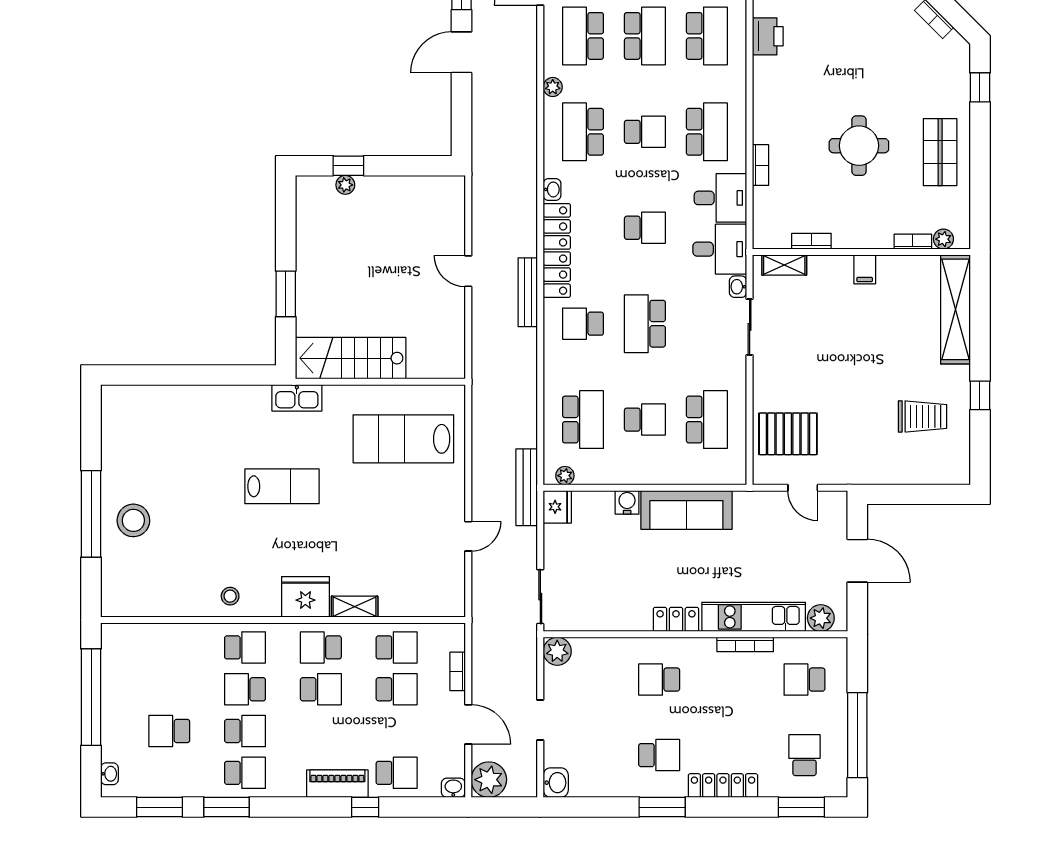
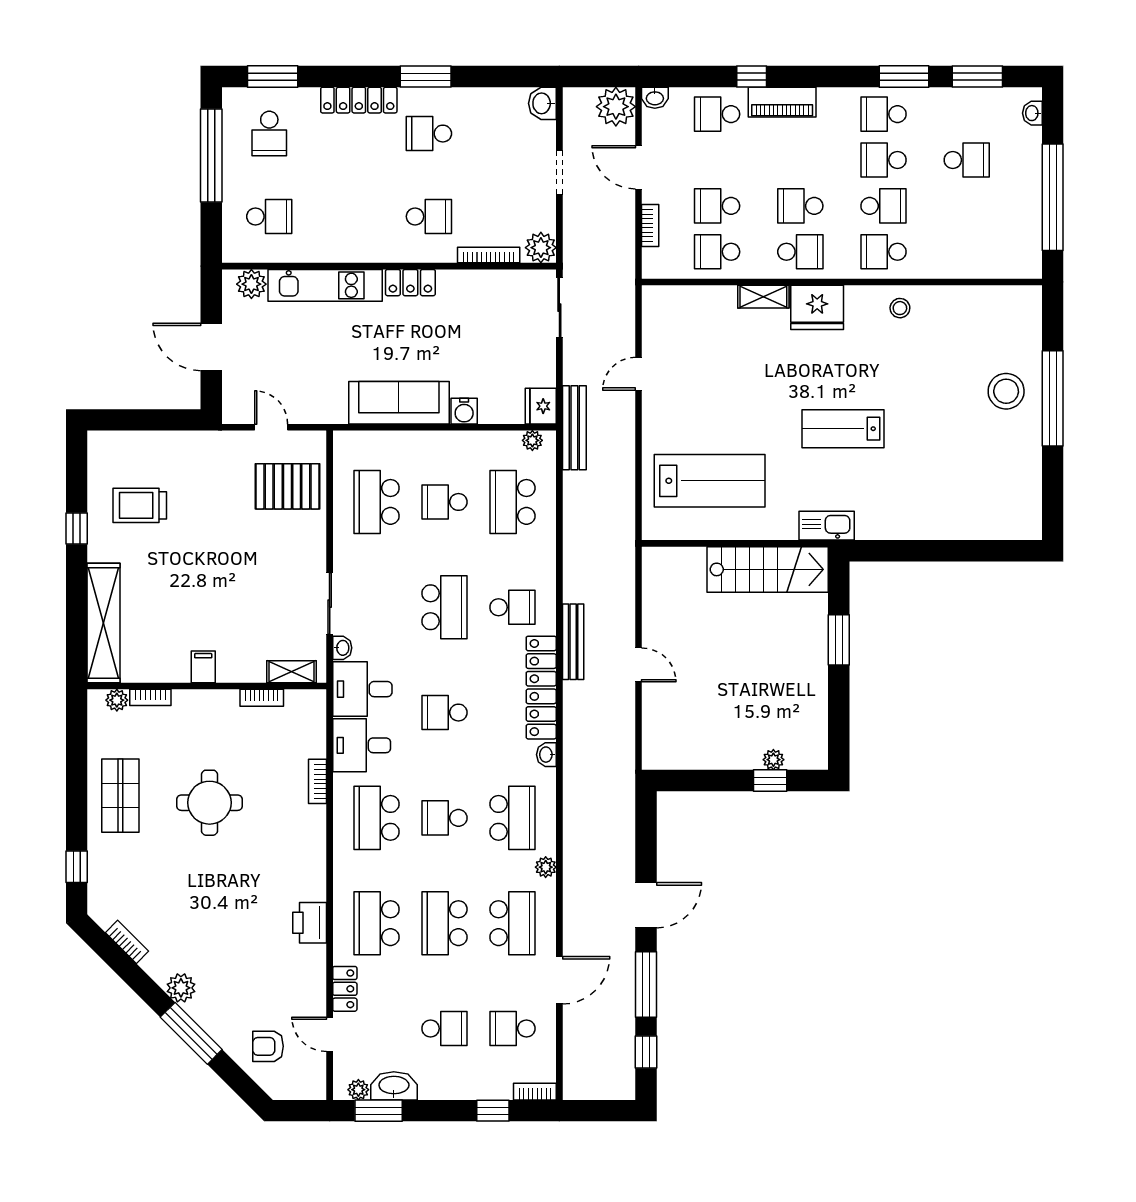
bookcase: (745, 644) -> (489, 255), moved

